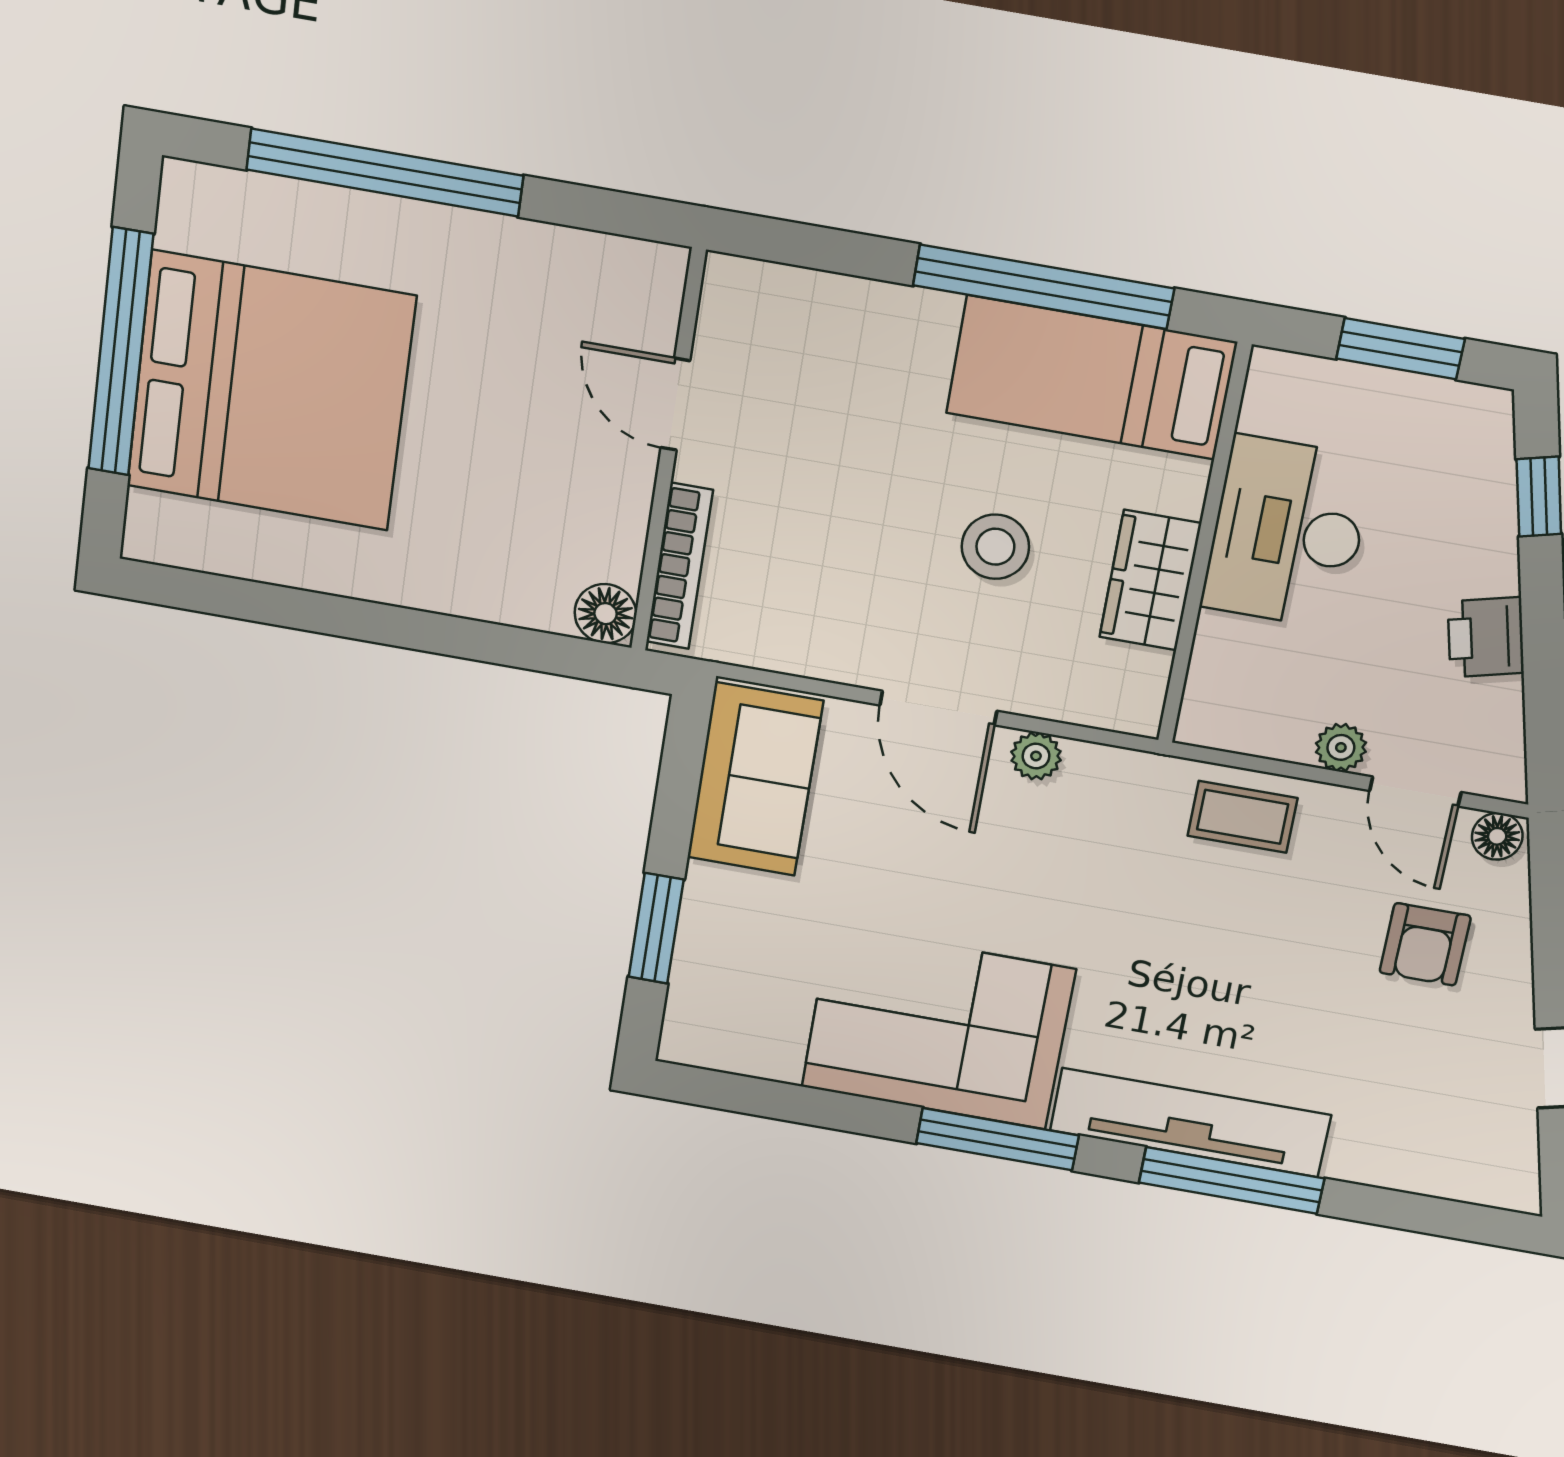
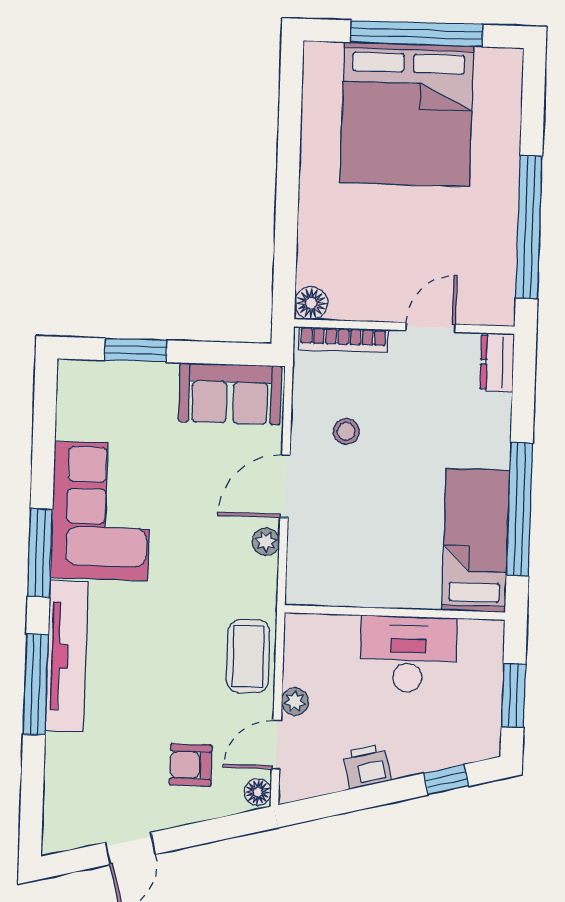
window: (385, 173) -> (529, 227), moved
dresser: (757, 290) -> (497, 362), added
stool: (995, 547) -> (346, 432), moved, width x0.73, depth x0.73
wardrobe: (1150, 580) -> (372, 587), removed
coffee table: (1243, 817) -> (248, 656), width x1.36, depth x1.30

